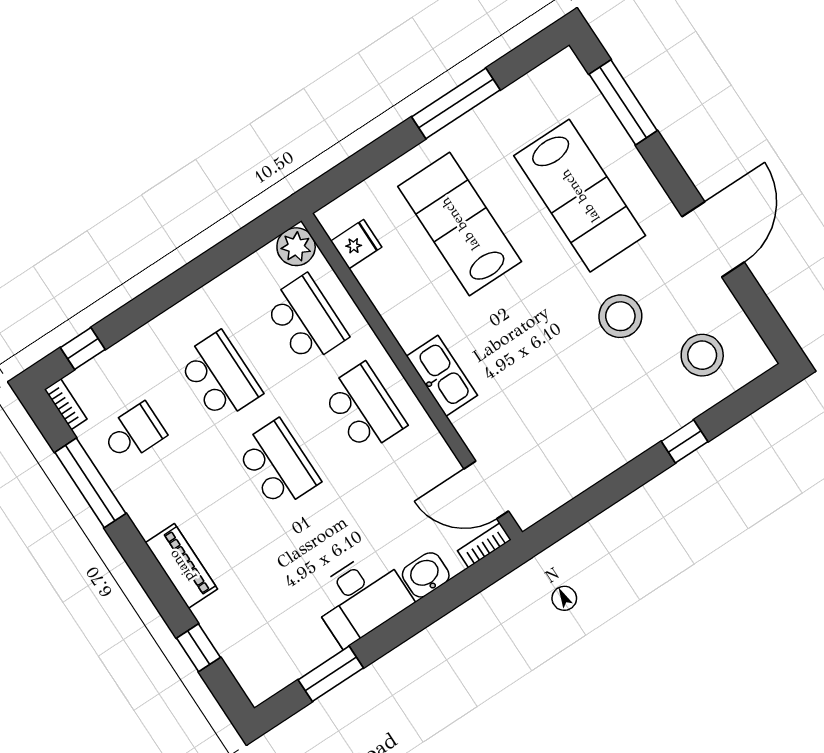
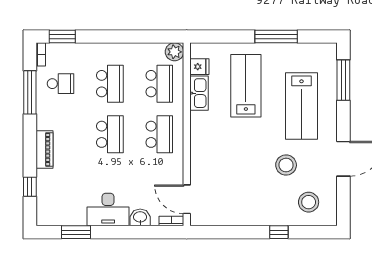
window: (83, 349) -> (62, 37), width x1.50
kitchen sink: (442, 376) -> (199, 93), moved

